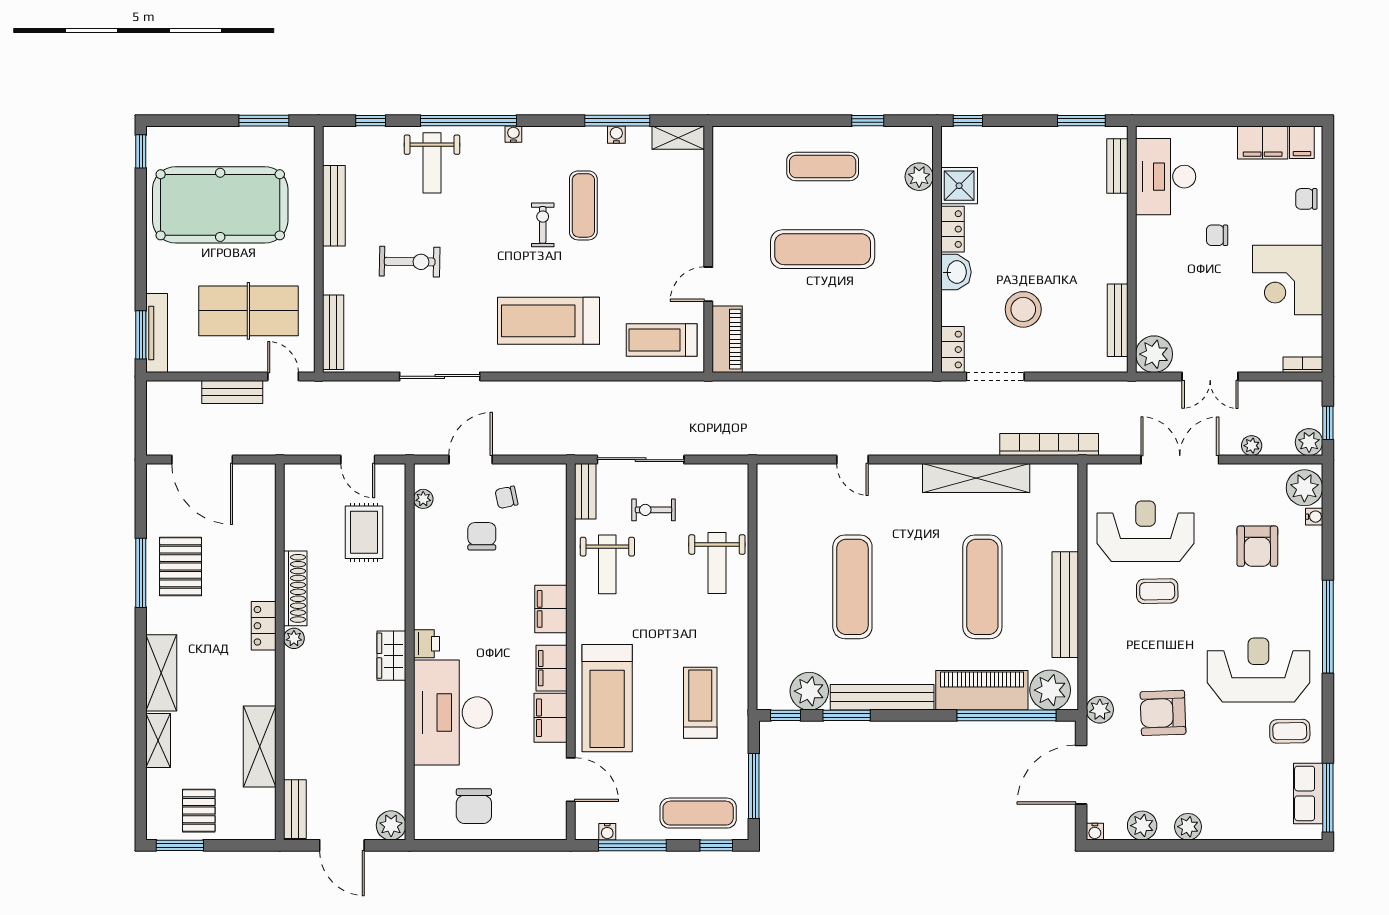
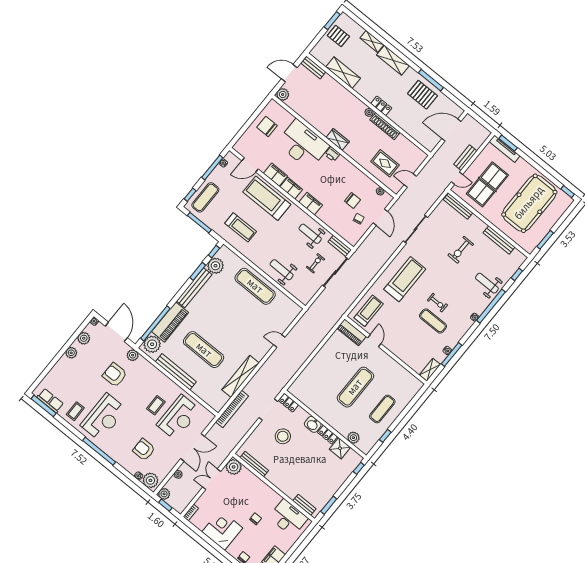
exercise mat: (852, 587) -> (255, 286), moved
armchair: (1163, 713) -> (115, 375), turned -88

